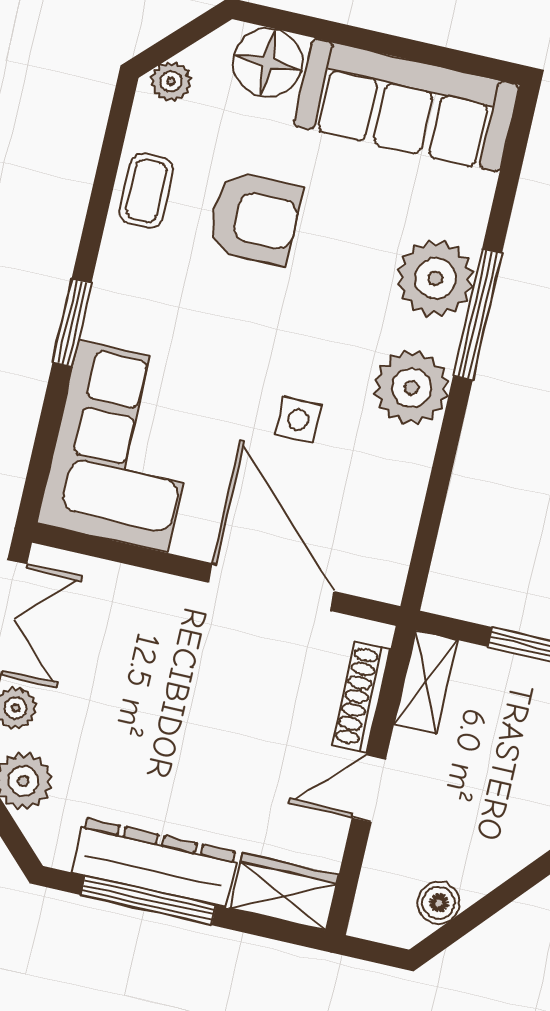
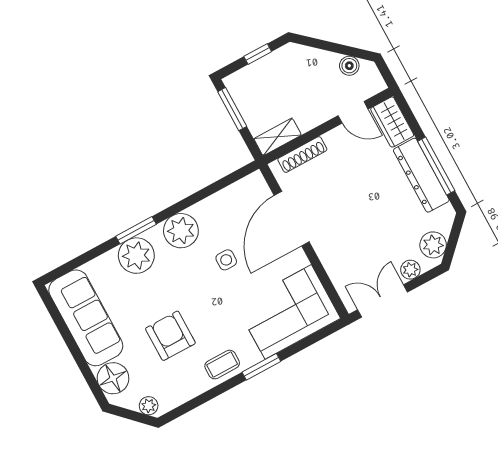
coffee table: (146, 191) -> (222, 365), moved
window: (477, 315) -> (136, 230), width x0.69
door: (369, 788) -> (353, 112), moved

